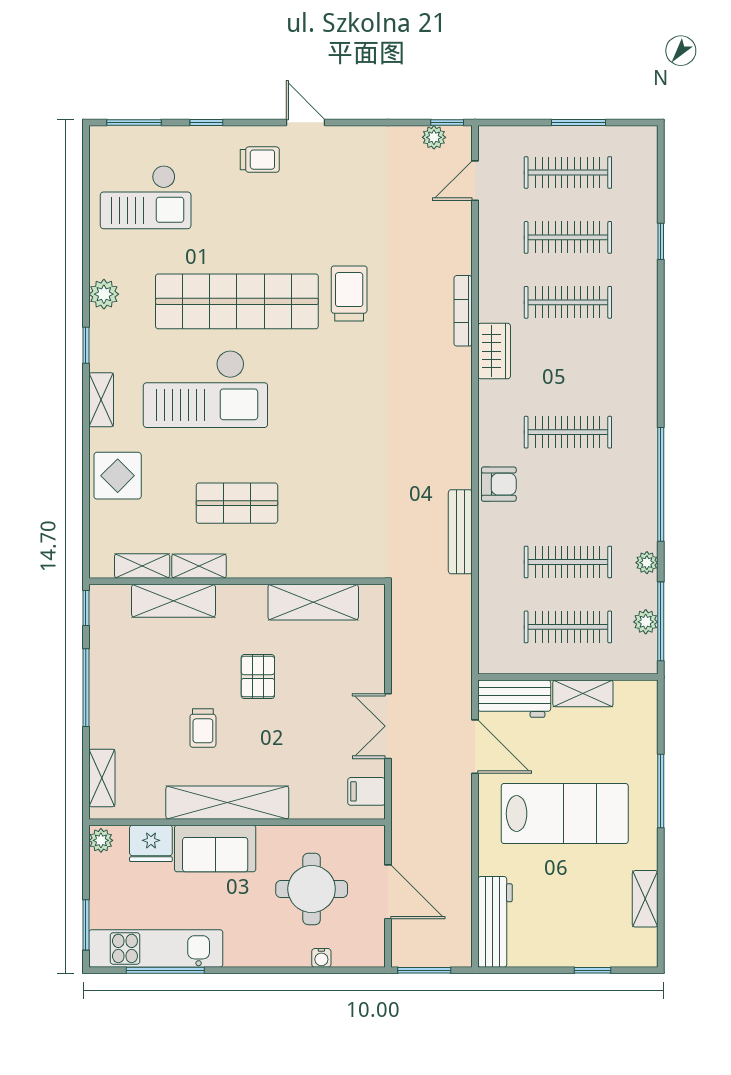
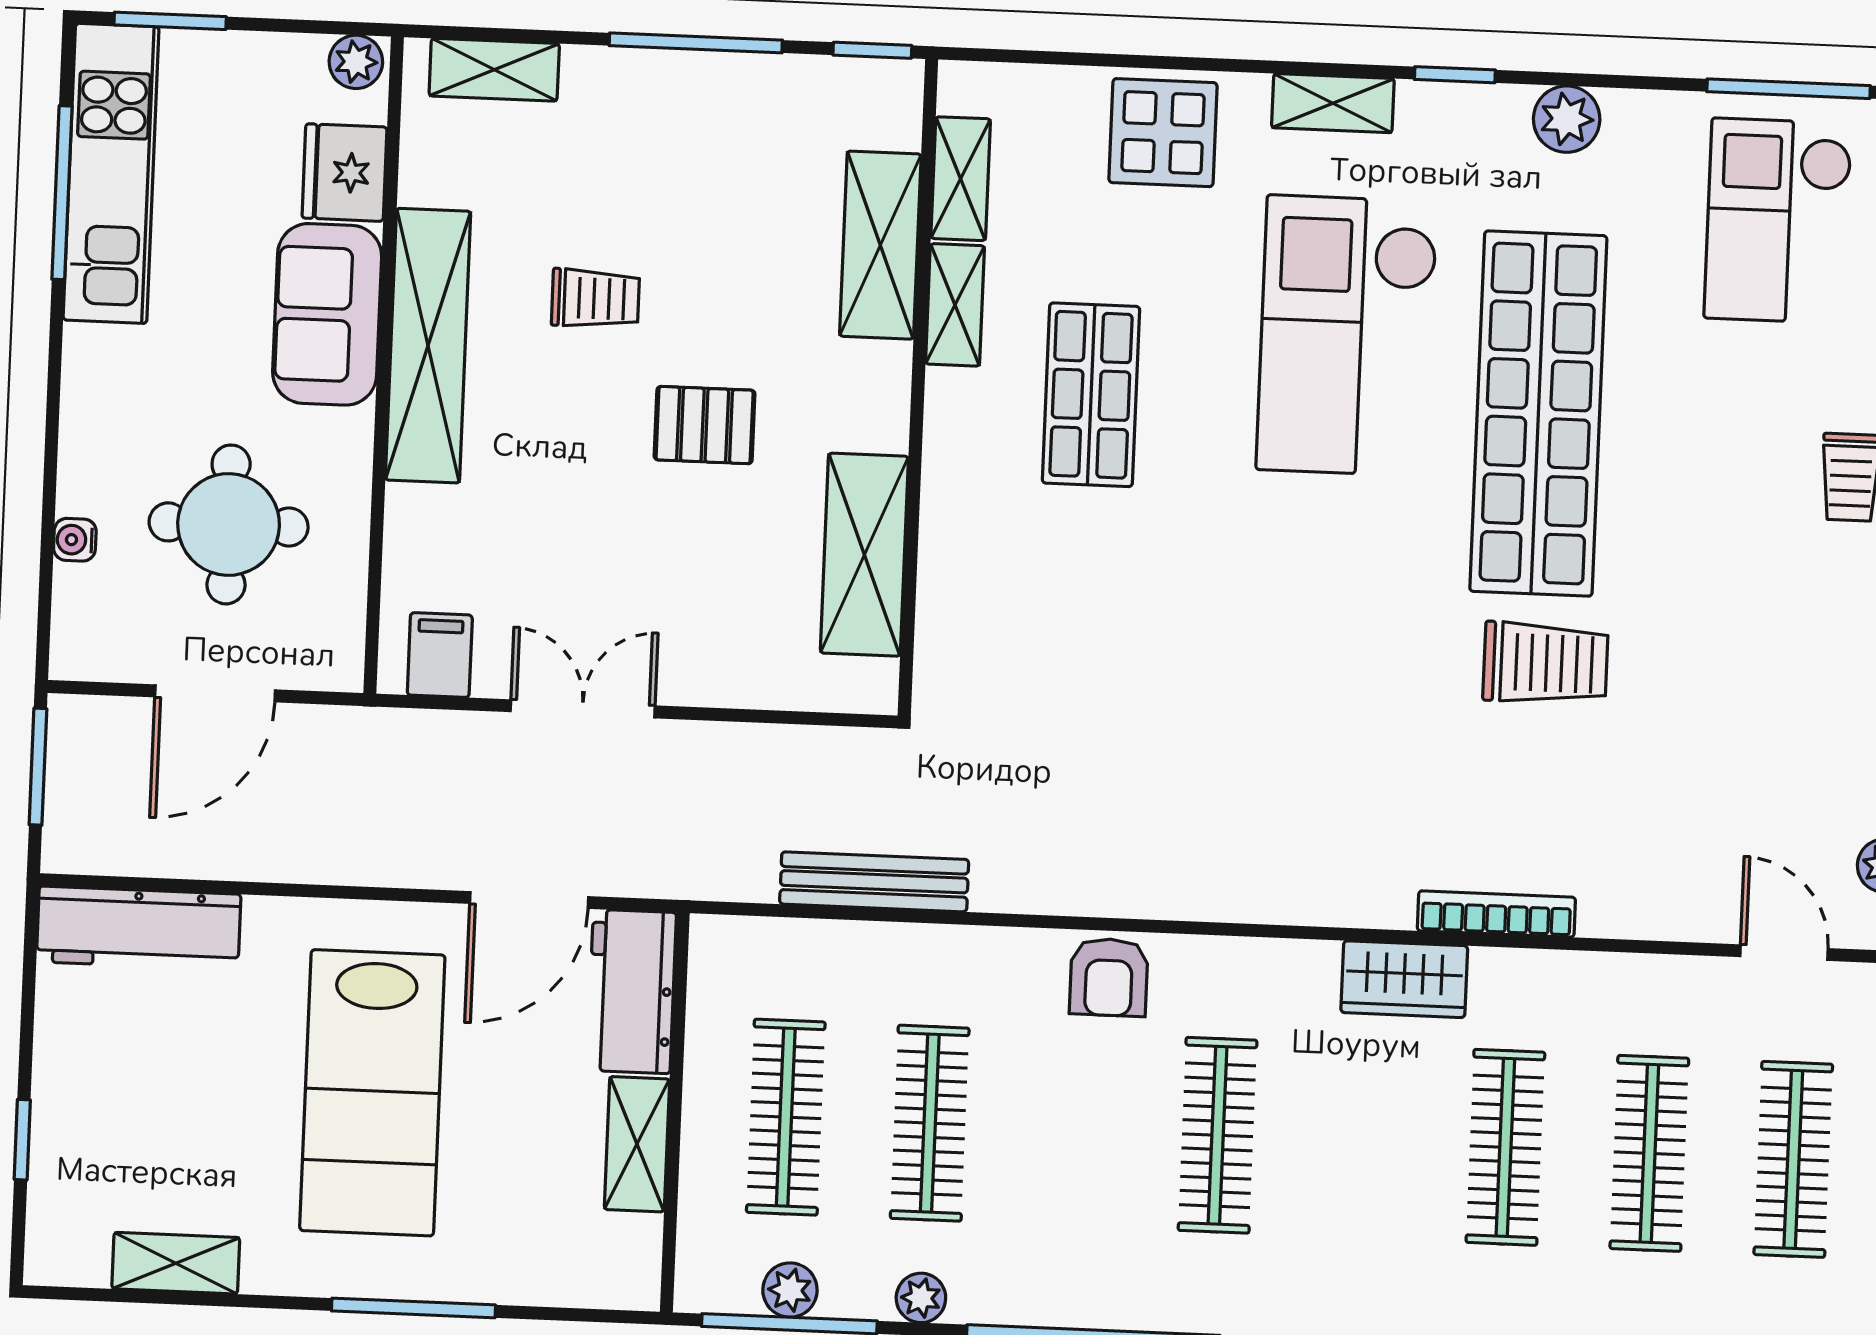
window: (86, 195) -> (1789, 89), added
bench: (460, 532) -> (874, 882), moved
trolley: (203, 728) -> (595, 298), turned 180

